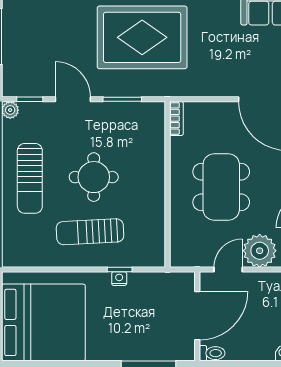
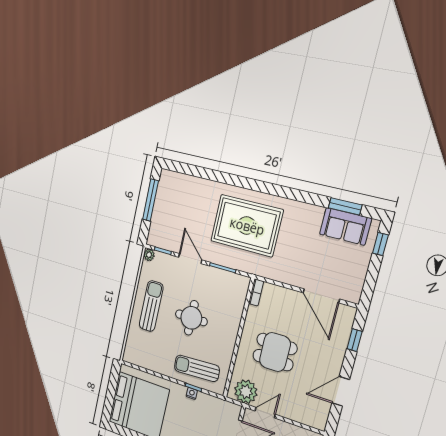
sun lounger: (30, 178) -> (151, 306), turned 180
dining table: (221, 187) -> (275, 352), width x0.73
sun lounger: (90, 232) -> (197, 368), moved
plant: (260, 251) -> (246, 392), moved

